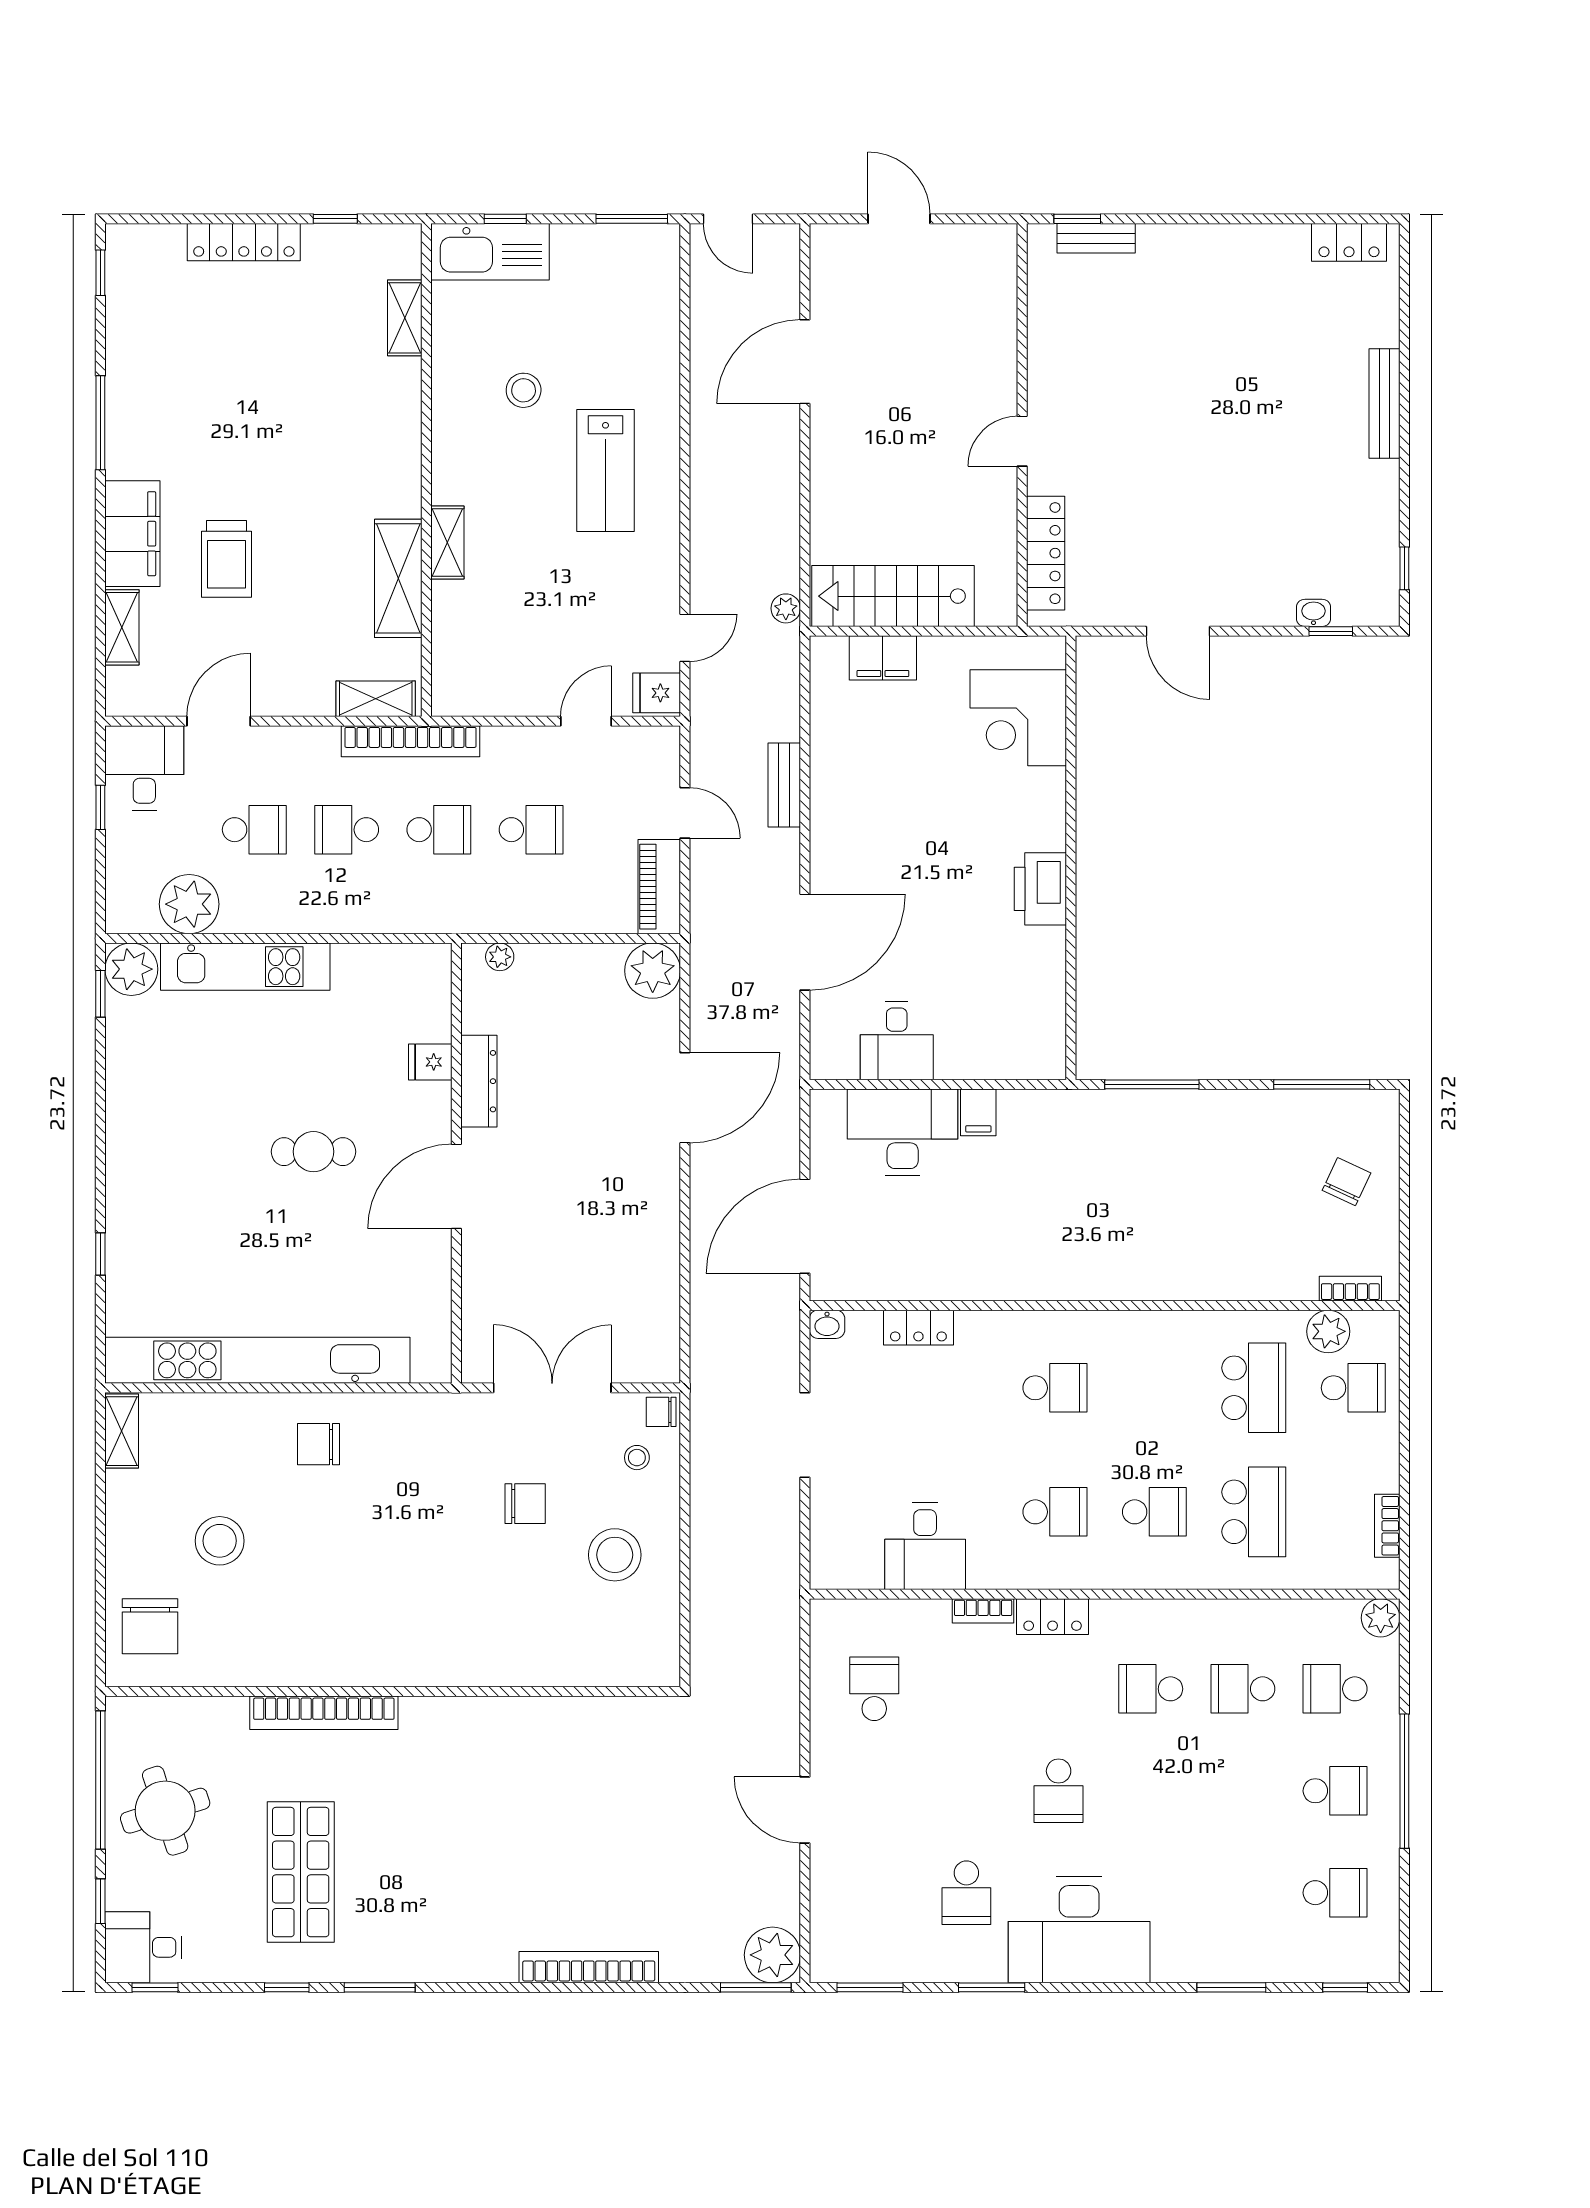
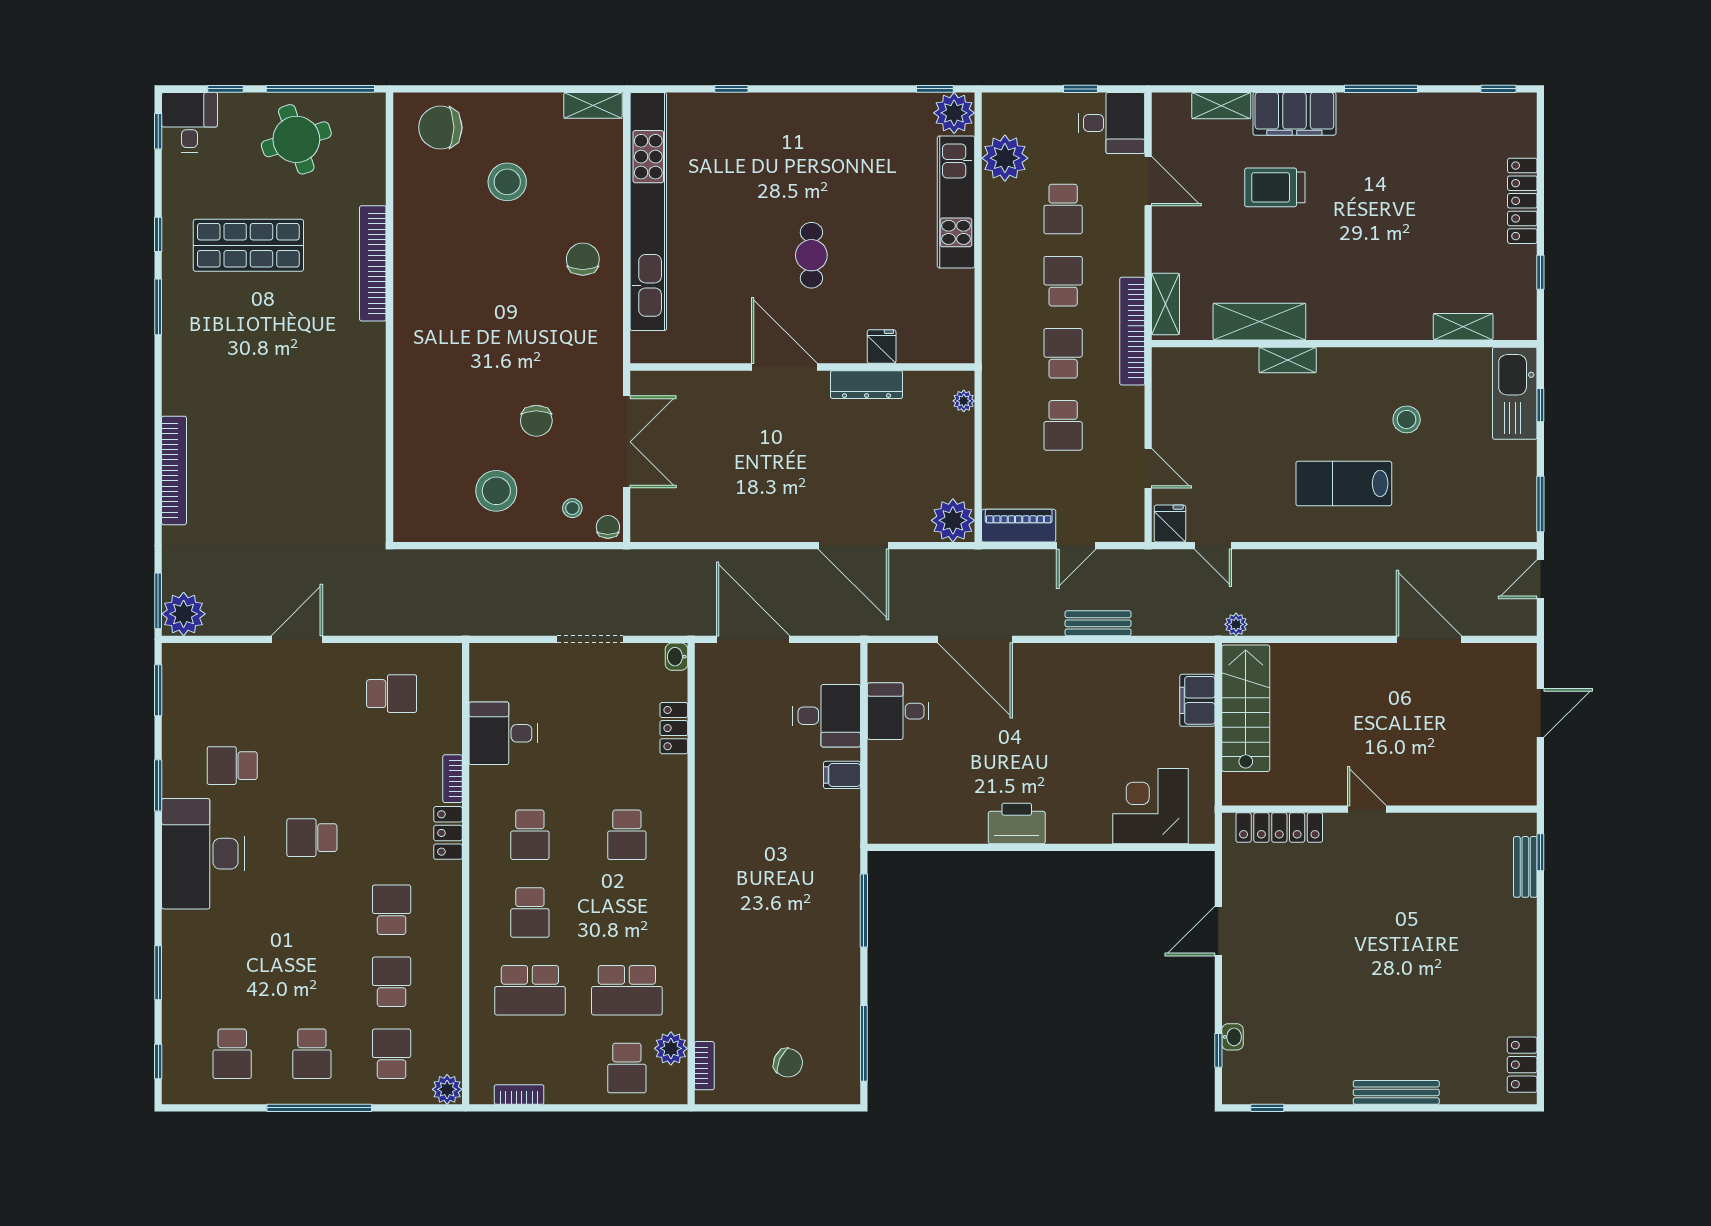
school desk: (439, 830) -> (1063, 353), turned 180
desk: (903, 1132) -> (827, 716), width x0.73

